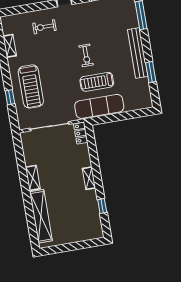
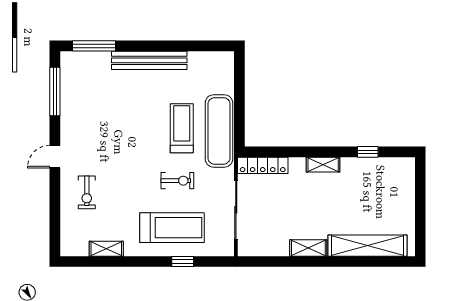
exercise bike: (86, 55) -> (177, 181), moved
window: (151, 72) -> (181, 46), removed
treadmill: (97, 82) -> (182, 128), turned 180
locker: (81, 133) -> (263, 165), width x1.53

